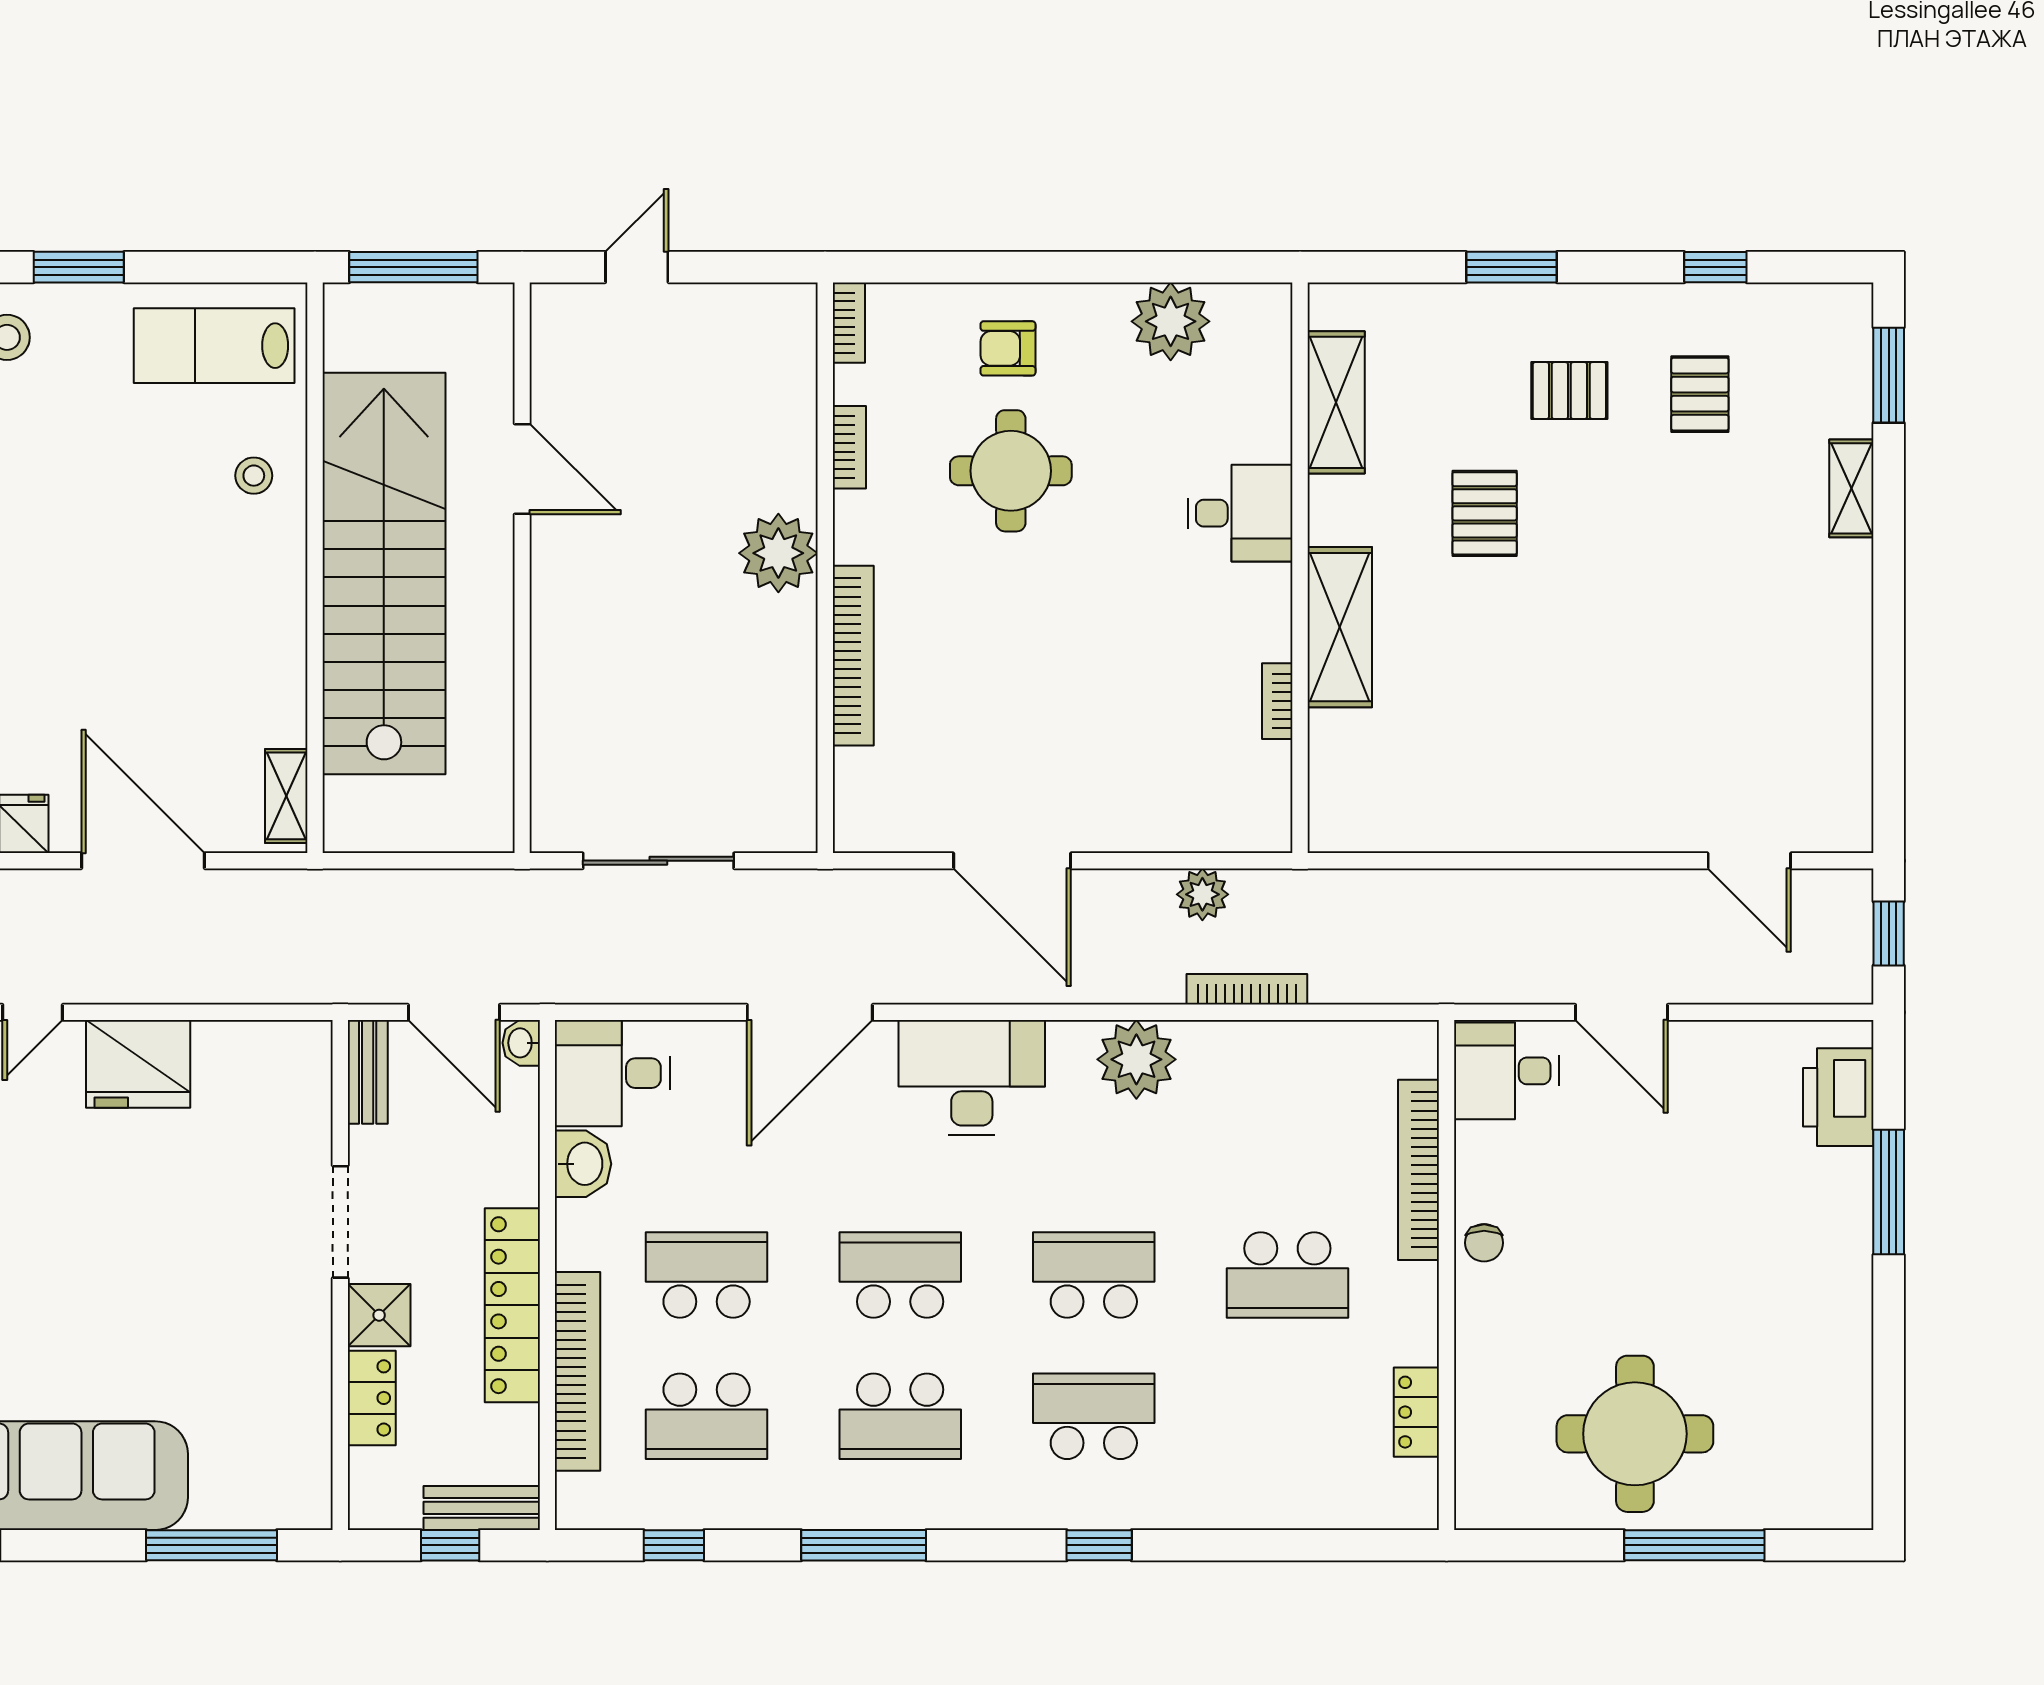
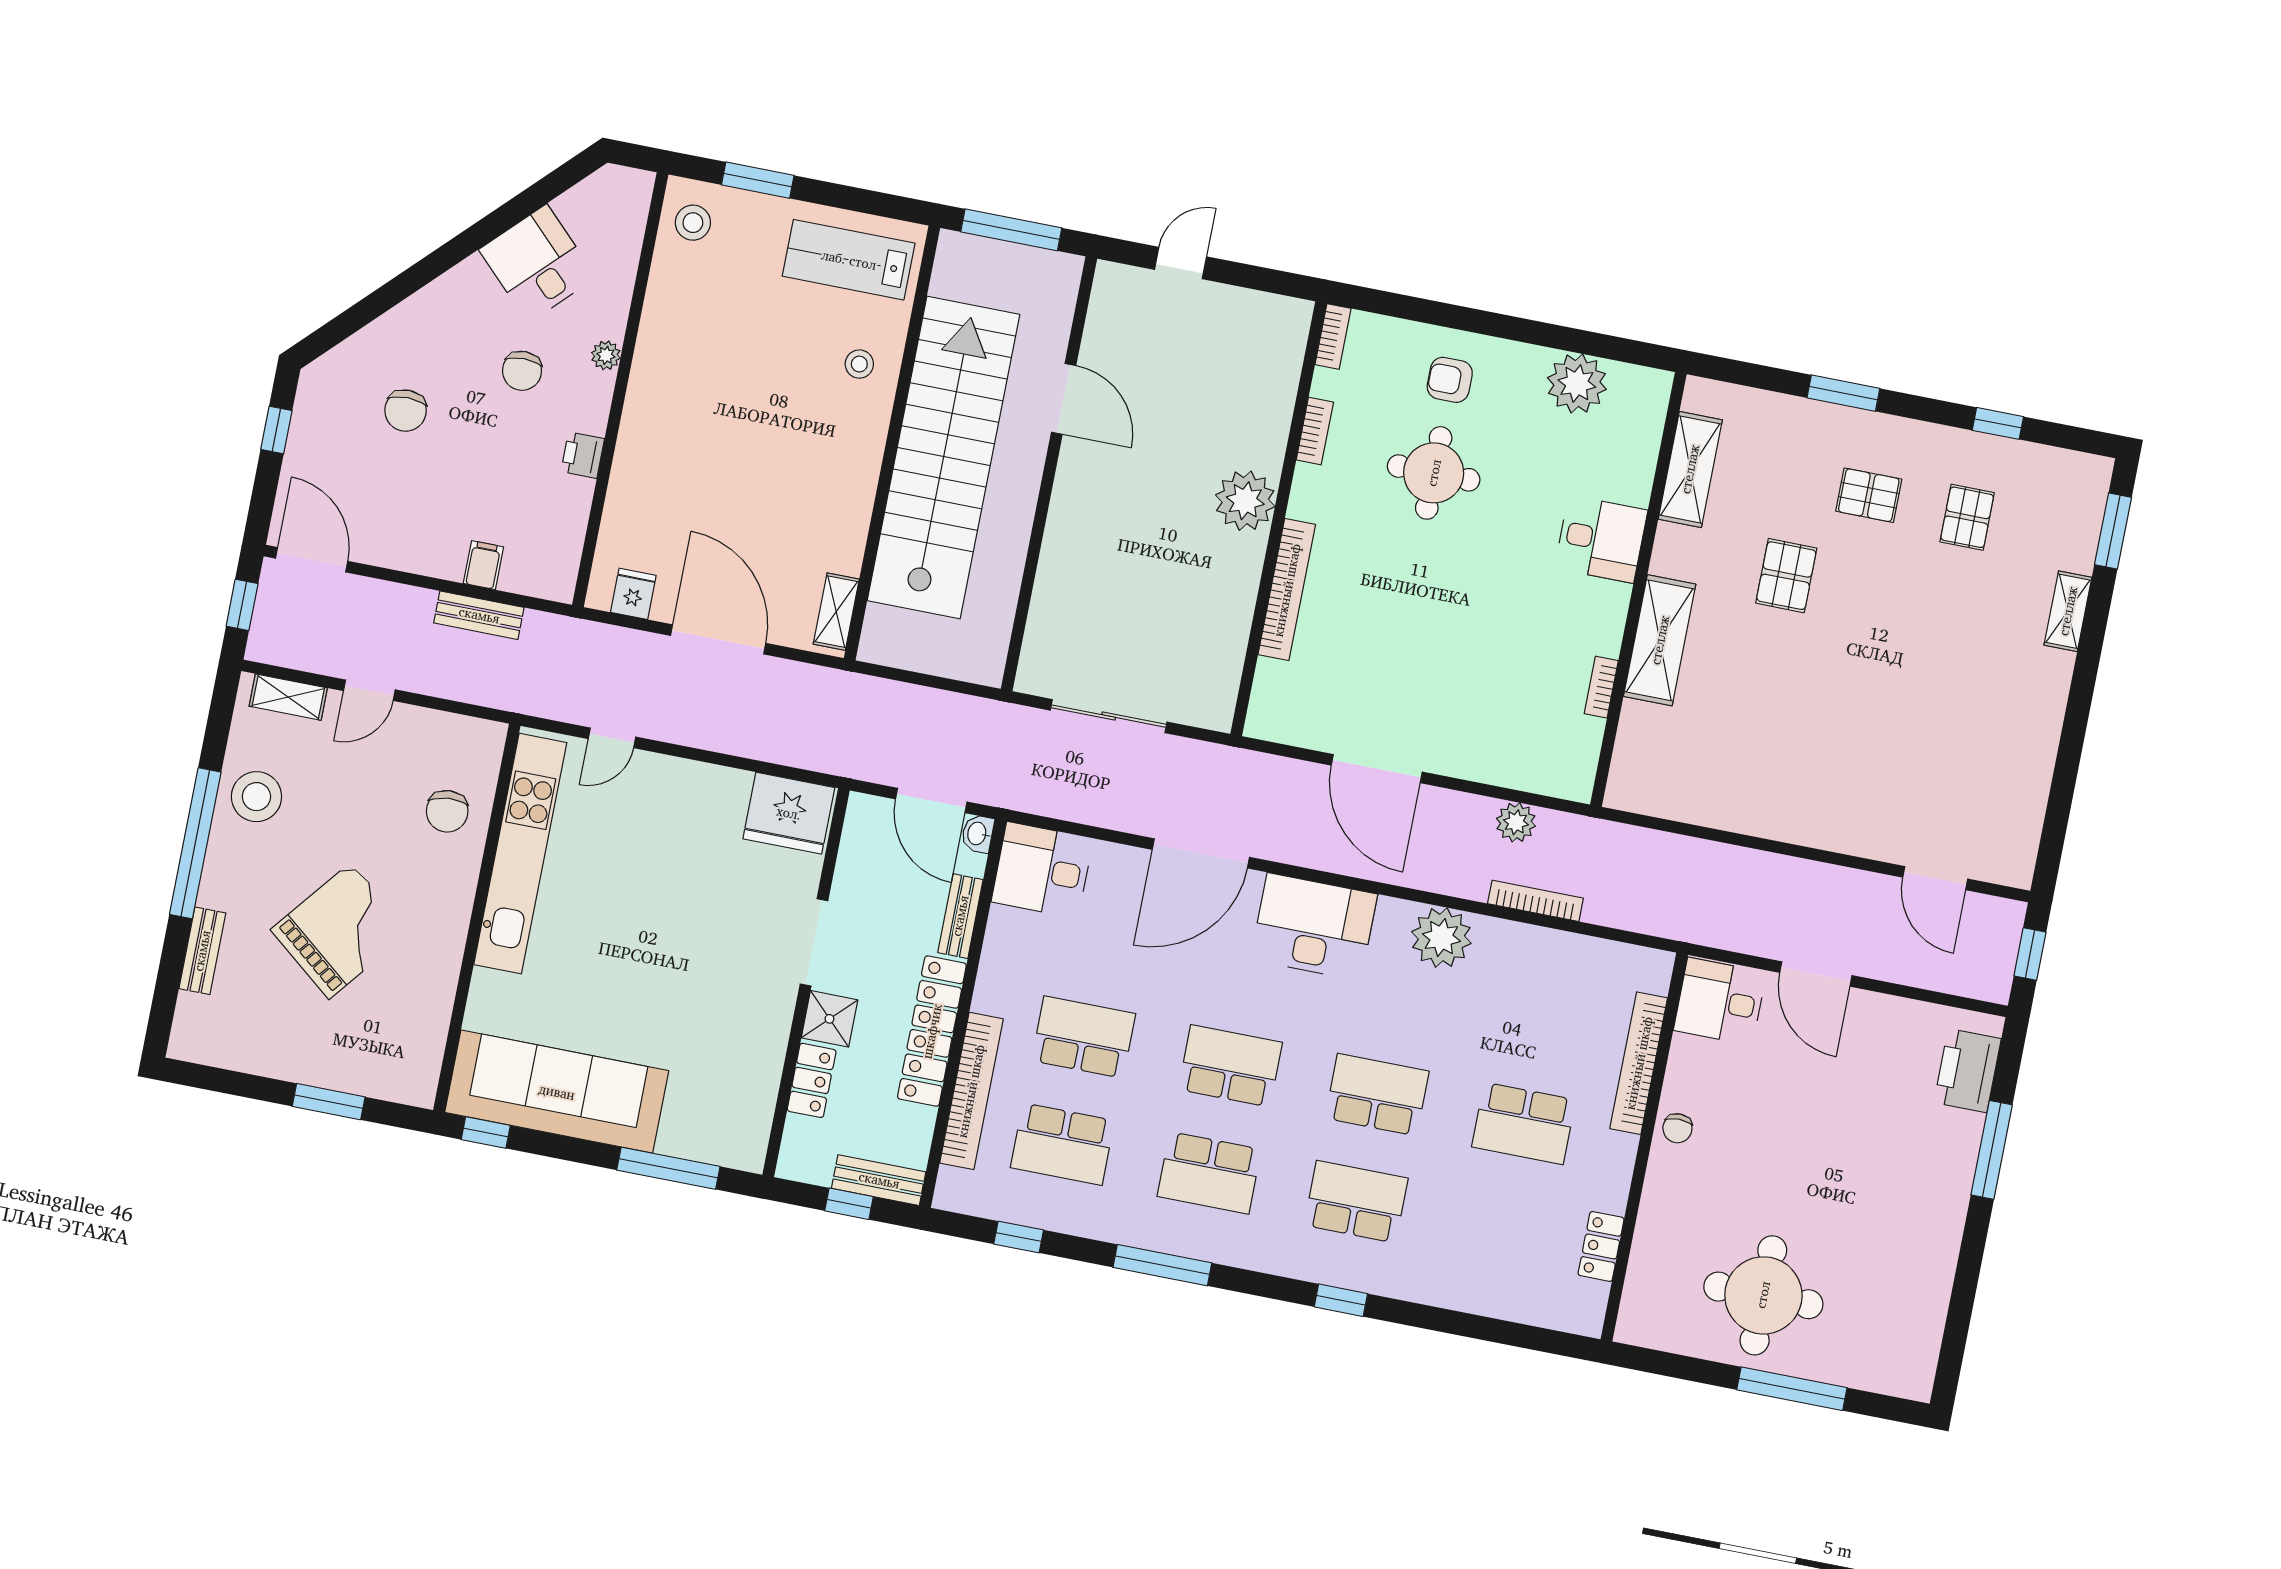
fridge: (138, 1064) -> (789, 813), moved
bench: (368, 1072) -> (960, 916), moved
washbasin: (583, 1164) -> (1007, 934), removed

